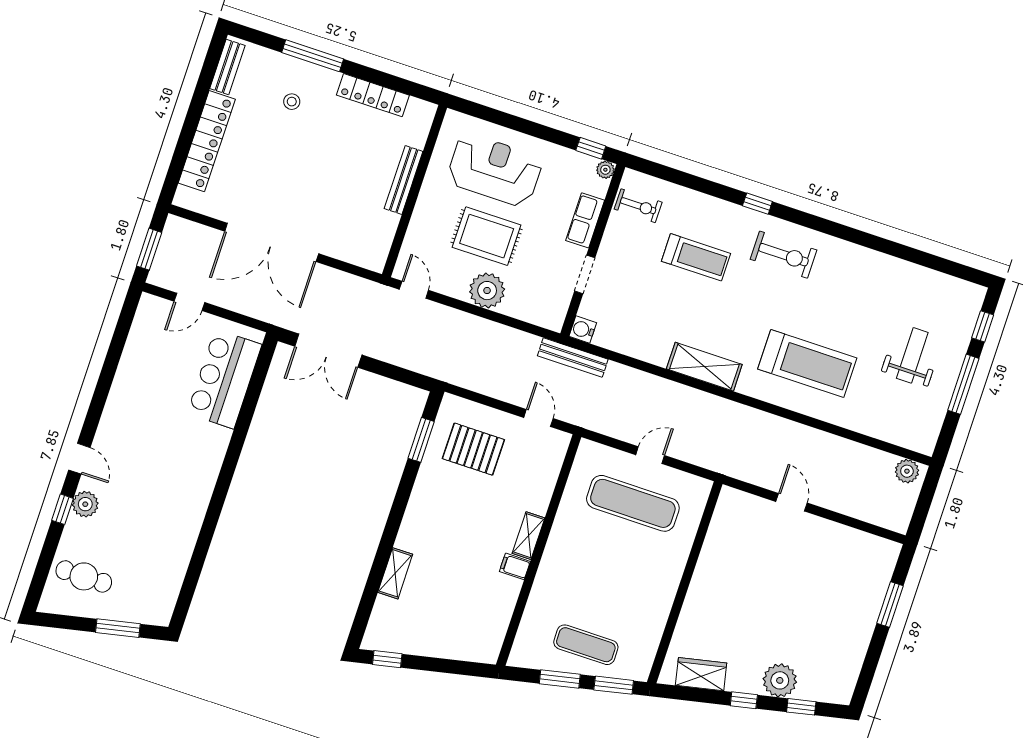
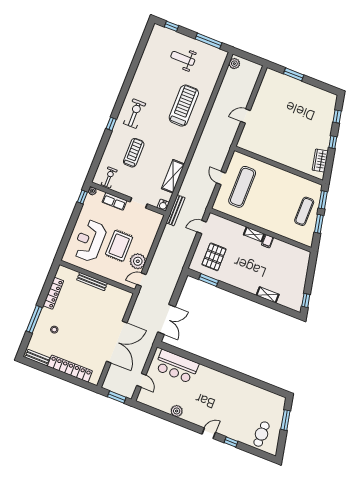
plant: (487, 291) -> (138, 261), moved
shelving: (704, 367) -> (173, 176), moved
window: (963, 384) -> (209, 41), moved
plant: (85, 504) -> (177, 411), moved
plant: (780, 680) -> (325, 125), removed

